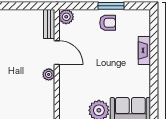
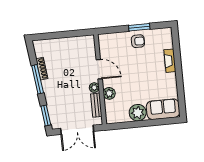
plant: (66, 17) -> (109, 93), moved
bench: (49, 24) -> (96, 105), moved

